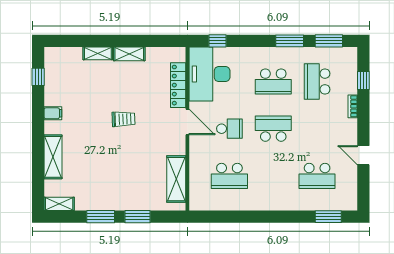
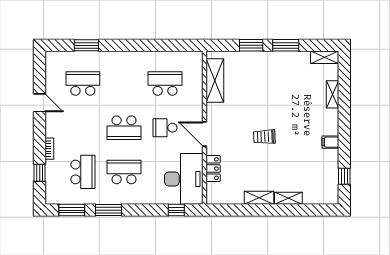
locker: (178, 85) -> (213, 169), width x0.66
shelving: (53, 157) -> (332, 94), width x0.67, depth x0.75
window: (328, 217) -> (86, 45), moved

